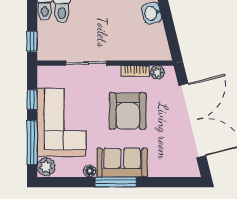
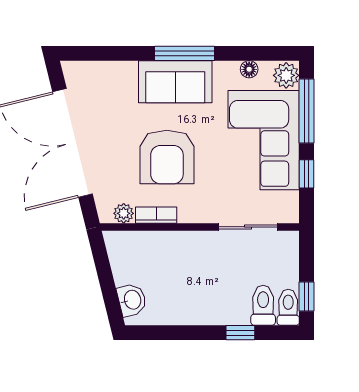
window: (32, 41) -> (306, 297), moved
sliding door: (86, 63) -> (248, 227), moved
armchair: (128, 111) -> (167, 157), turned 180
floor lamp: (90, 171) -> (249, 69), moved

